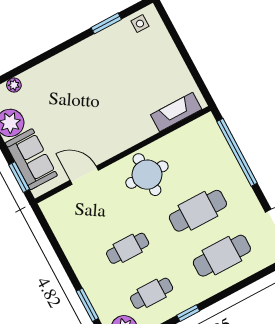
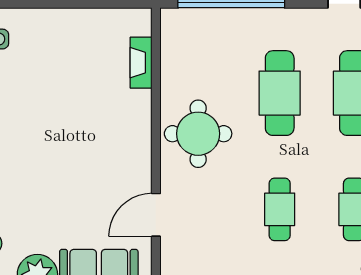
fireplace: (176, 112) -> (141, 63), width x0.73, depth x0.76

